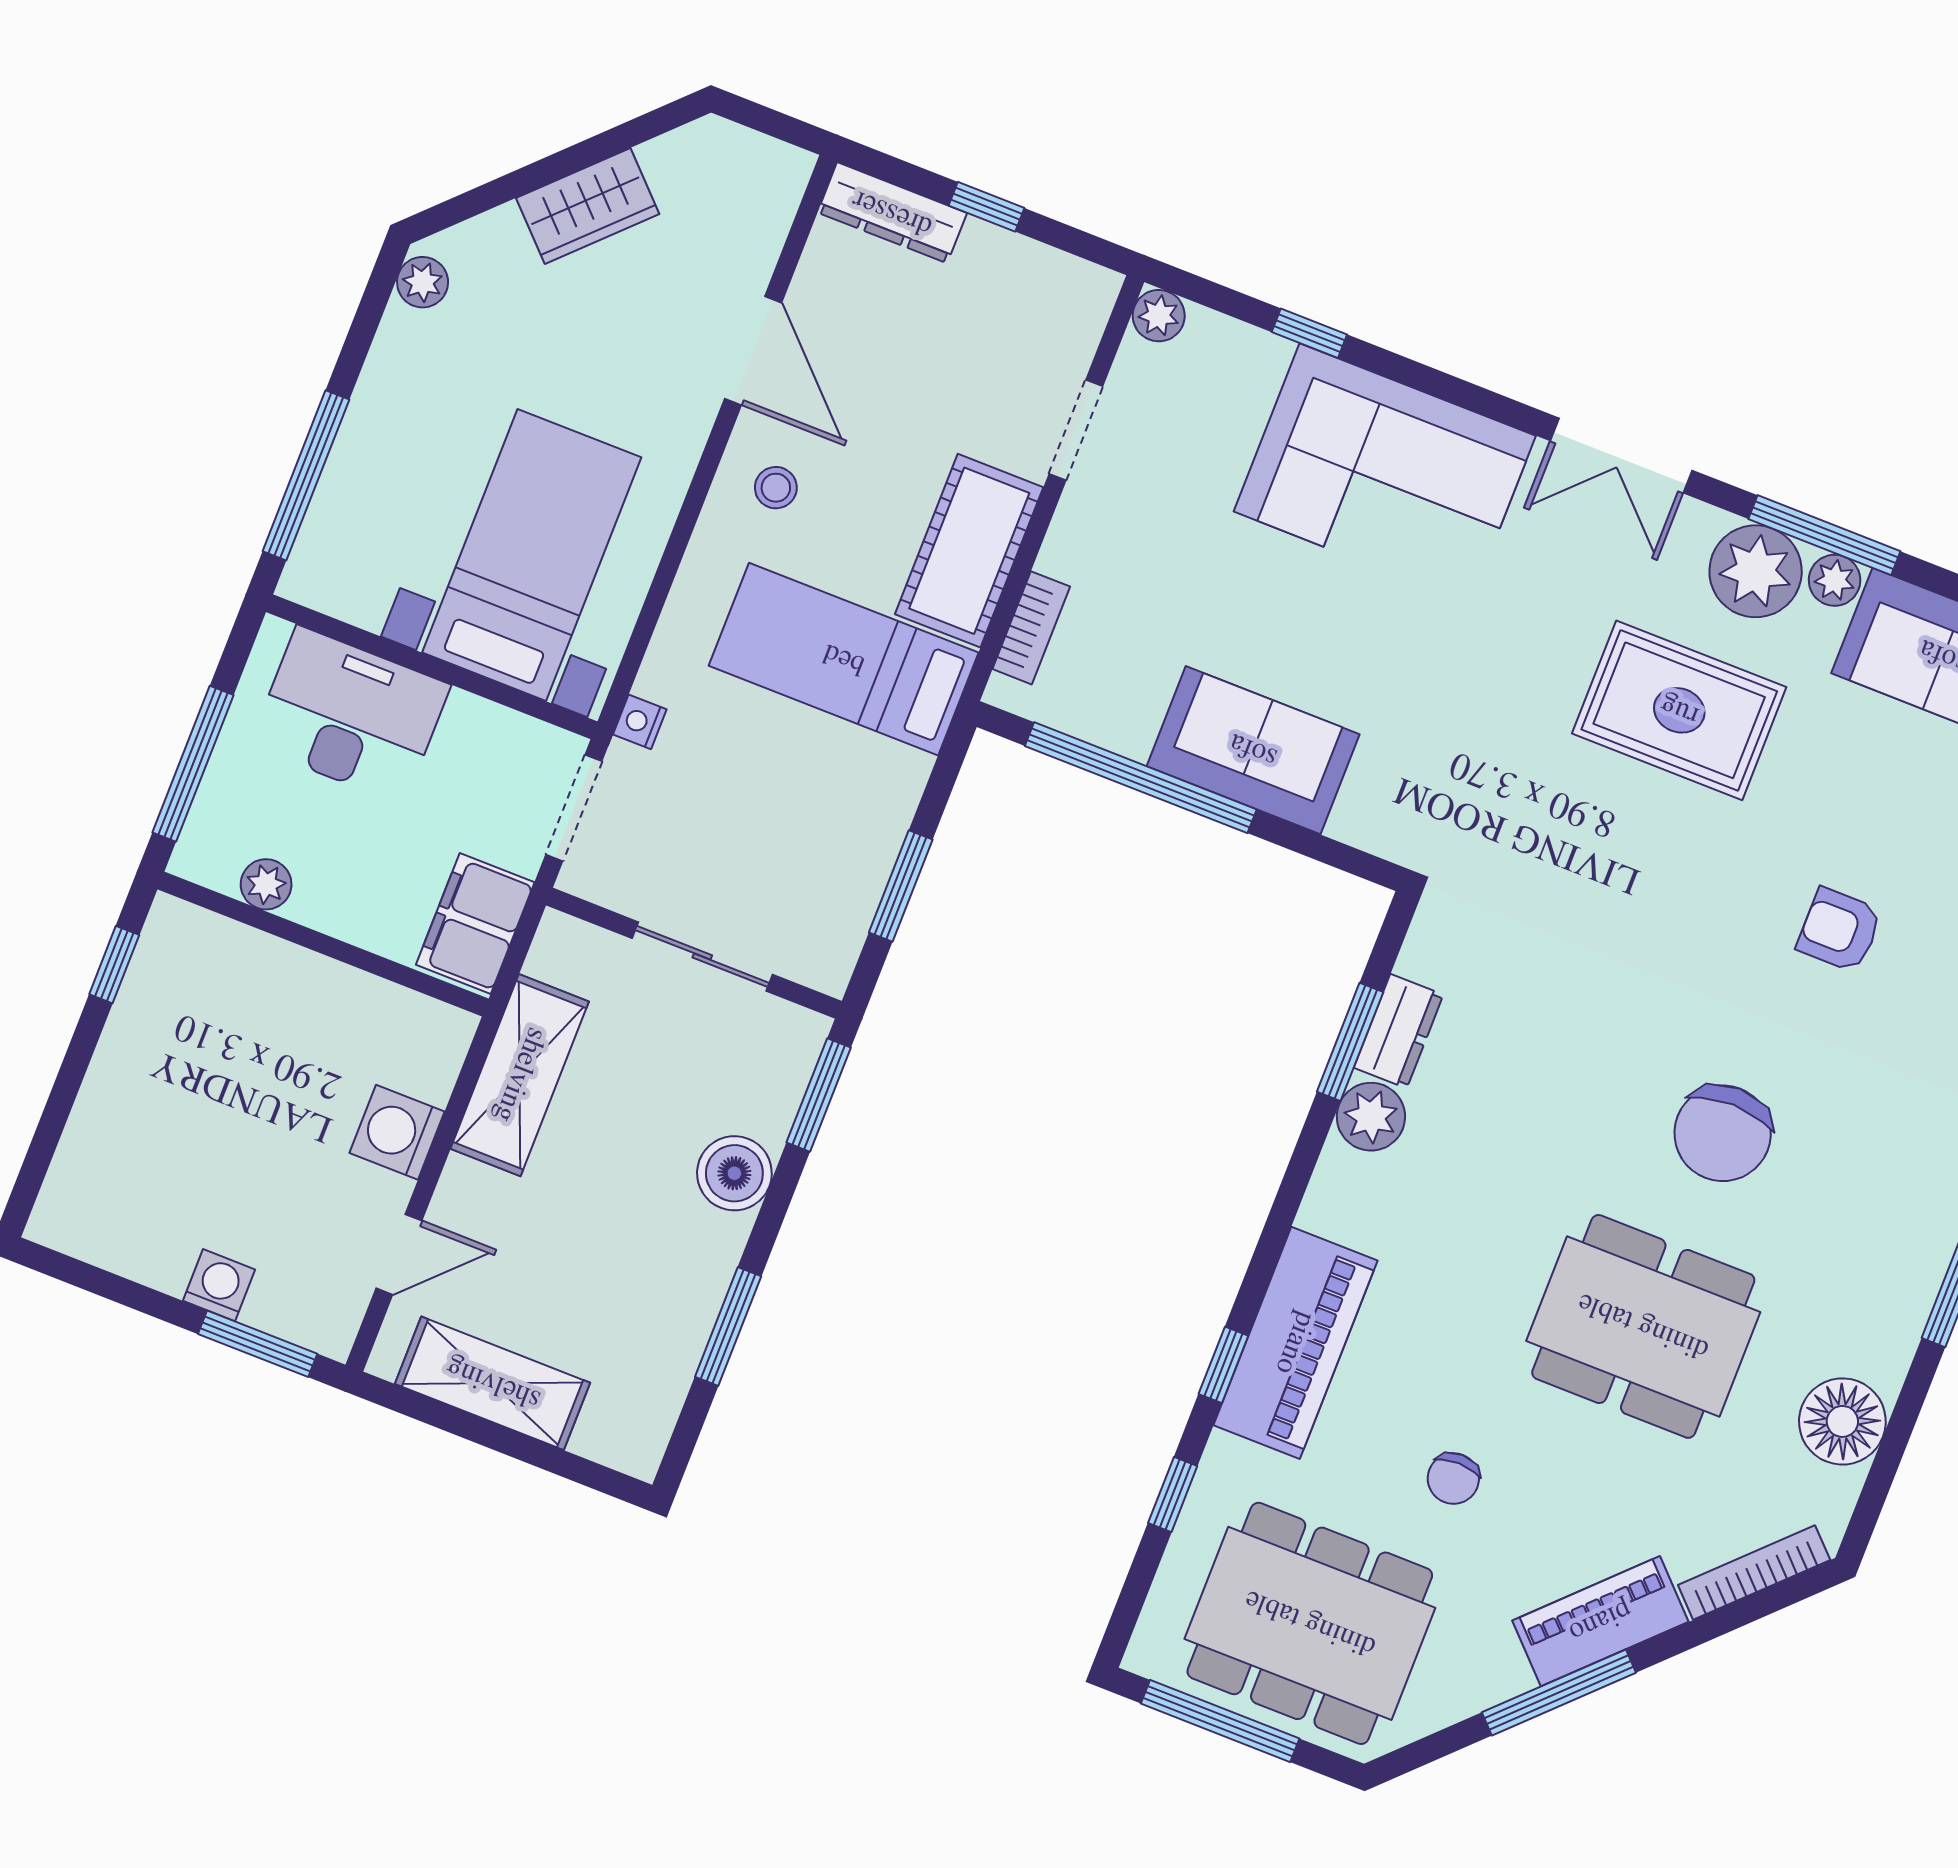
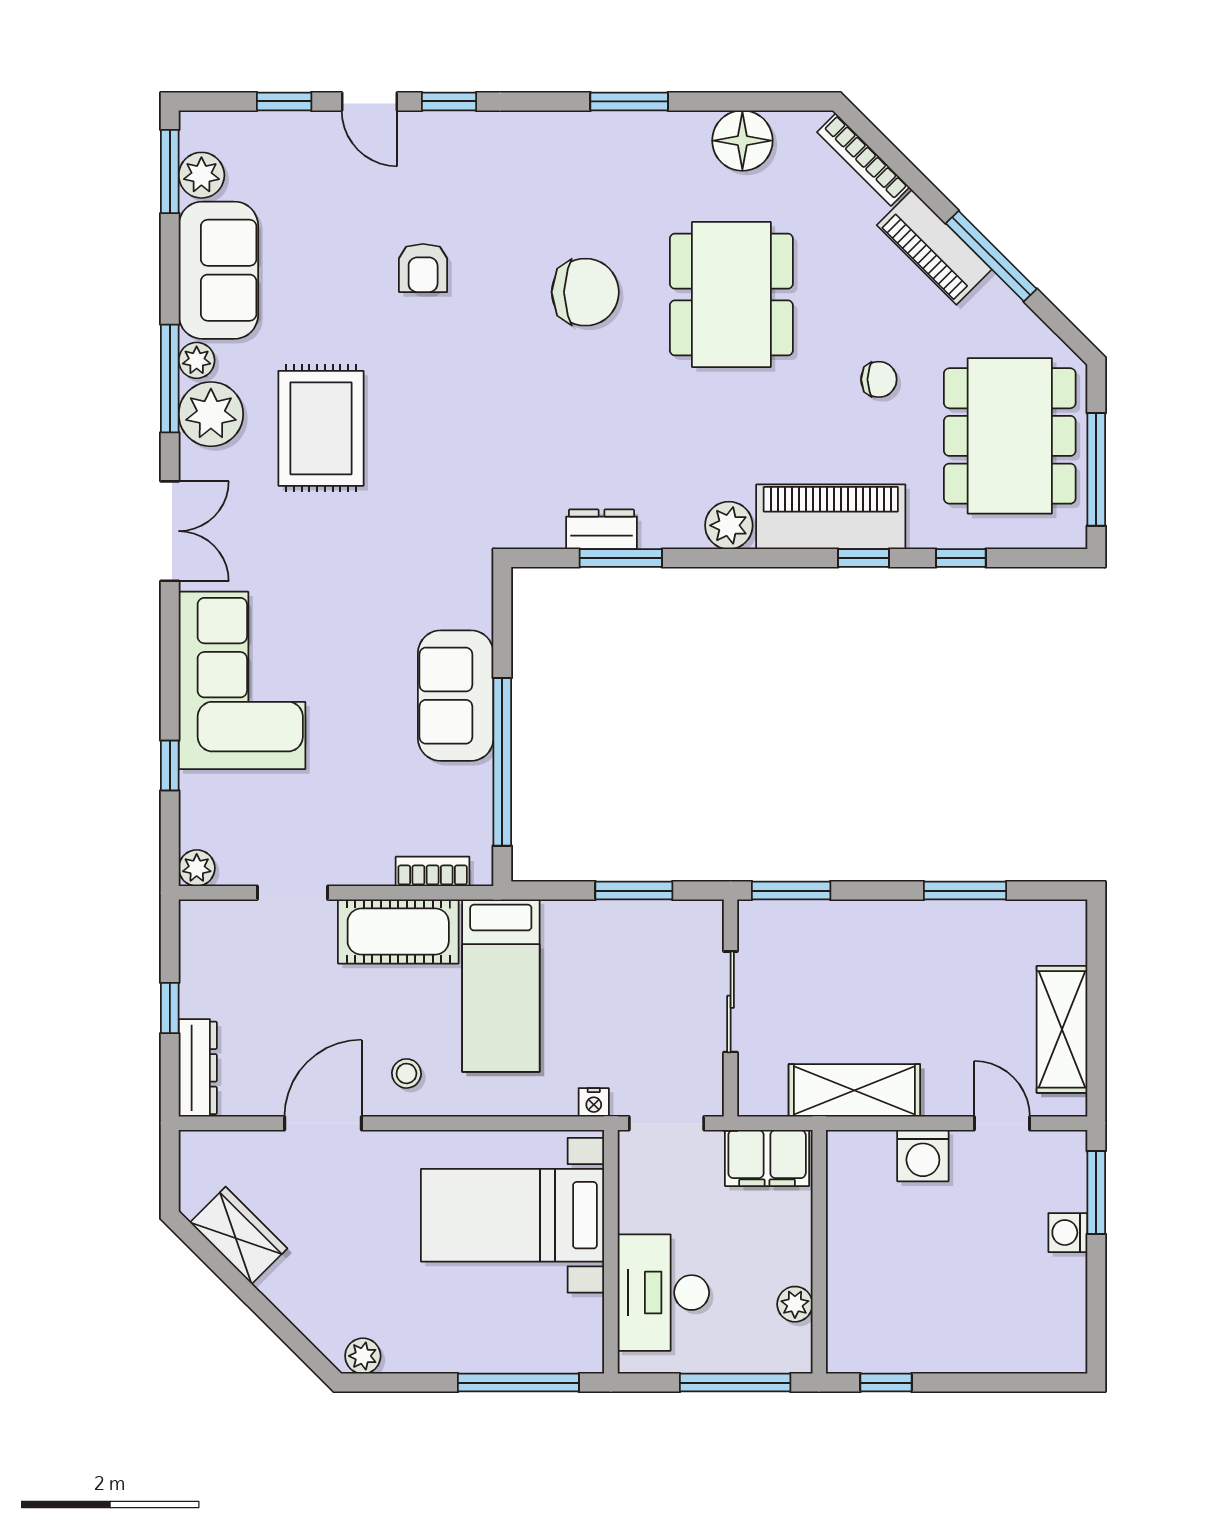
wardrobe: (588, 206) -> (239, 1235), moved
plant: (1371, 1117) -> (729, 525), moved
boiler: (734, 1173) -> (864, 925), removed

